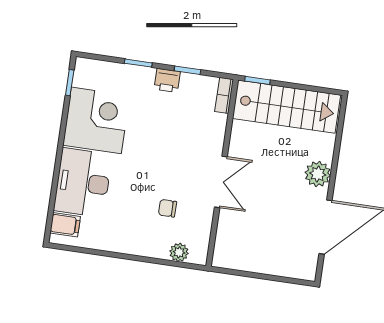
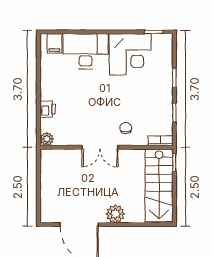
printer: (167, 80) -> (48, 109), moved, turned 180
chair: (168, 208) -> (126, 128), moved
plant: (179, 252) -> (47, 139), moved

